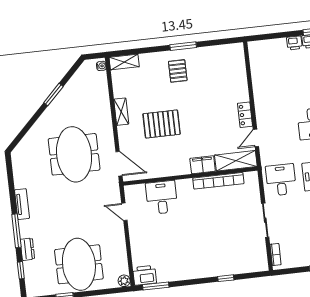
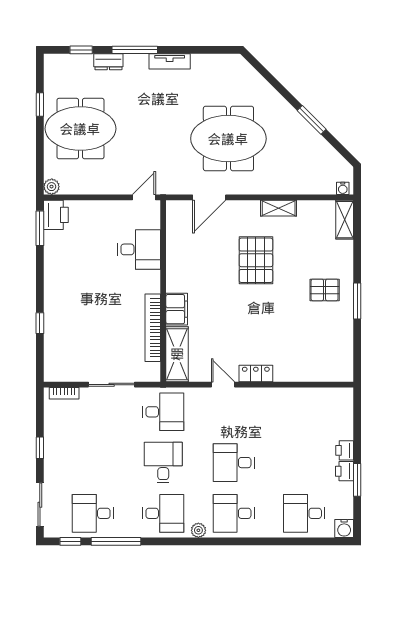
shelving: (236, 161) -> (177, 354), moved
filing cabinet: (203, 165) -> (177, 309), moved
wall: (190, 176) -> (163, 291), moved
bookcase: (218, 181) -> (153, 328), moved
desk: (162, 197) -> (139, 249), moved

